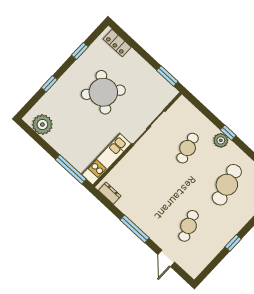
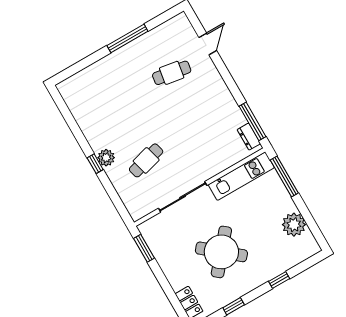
plant: (42, 124) -> (294, 225), moved
cafe table: (227, 185) -> (115, 106), removed
cafe table: (188, 226) -> (172, 73), turned 30
window: (135, 229) -> (252, 121), moved
window: (233, 243) -> (127, 38), width x2.17

